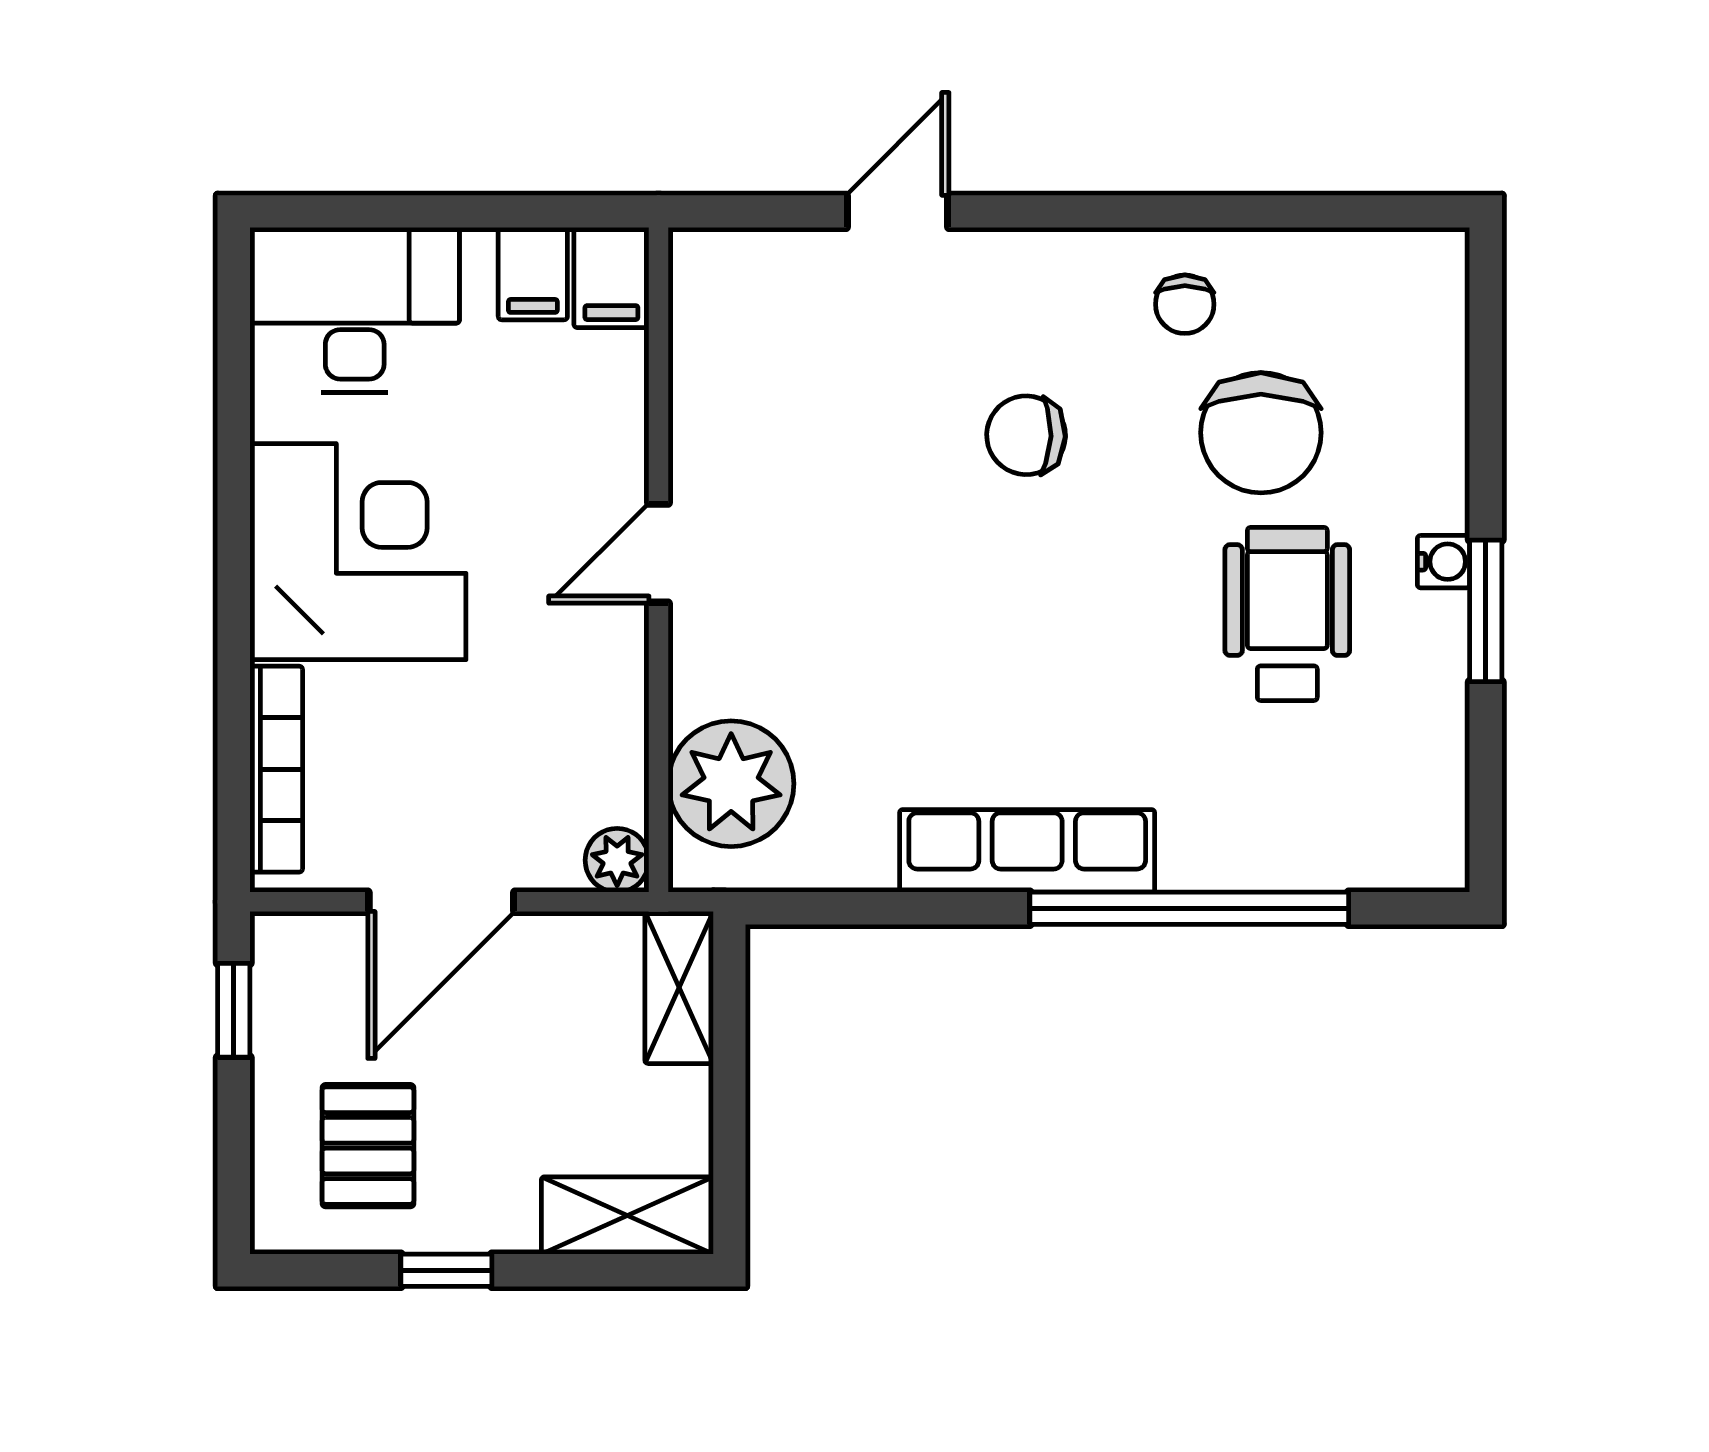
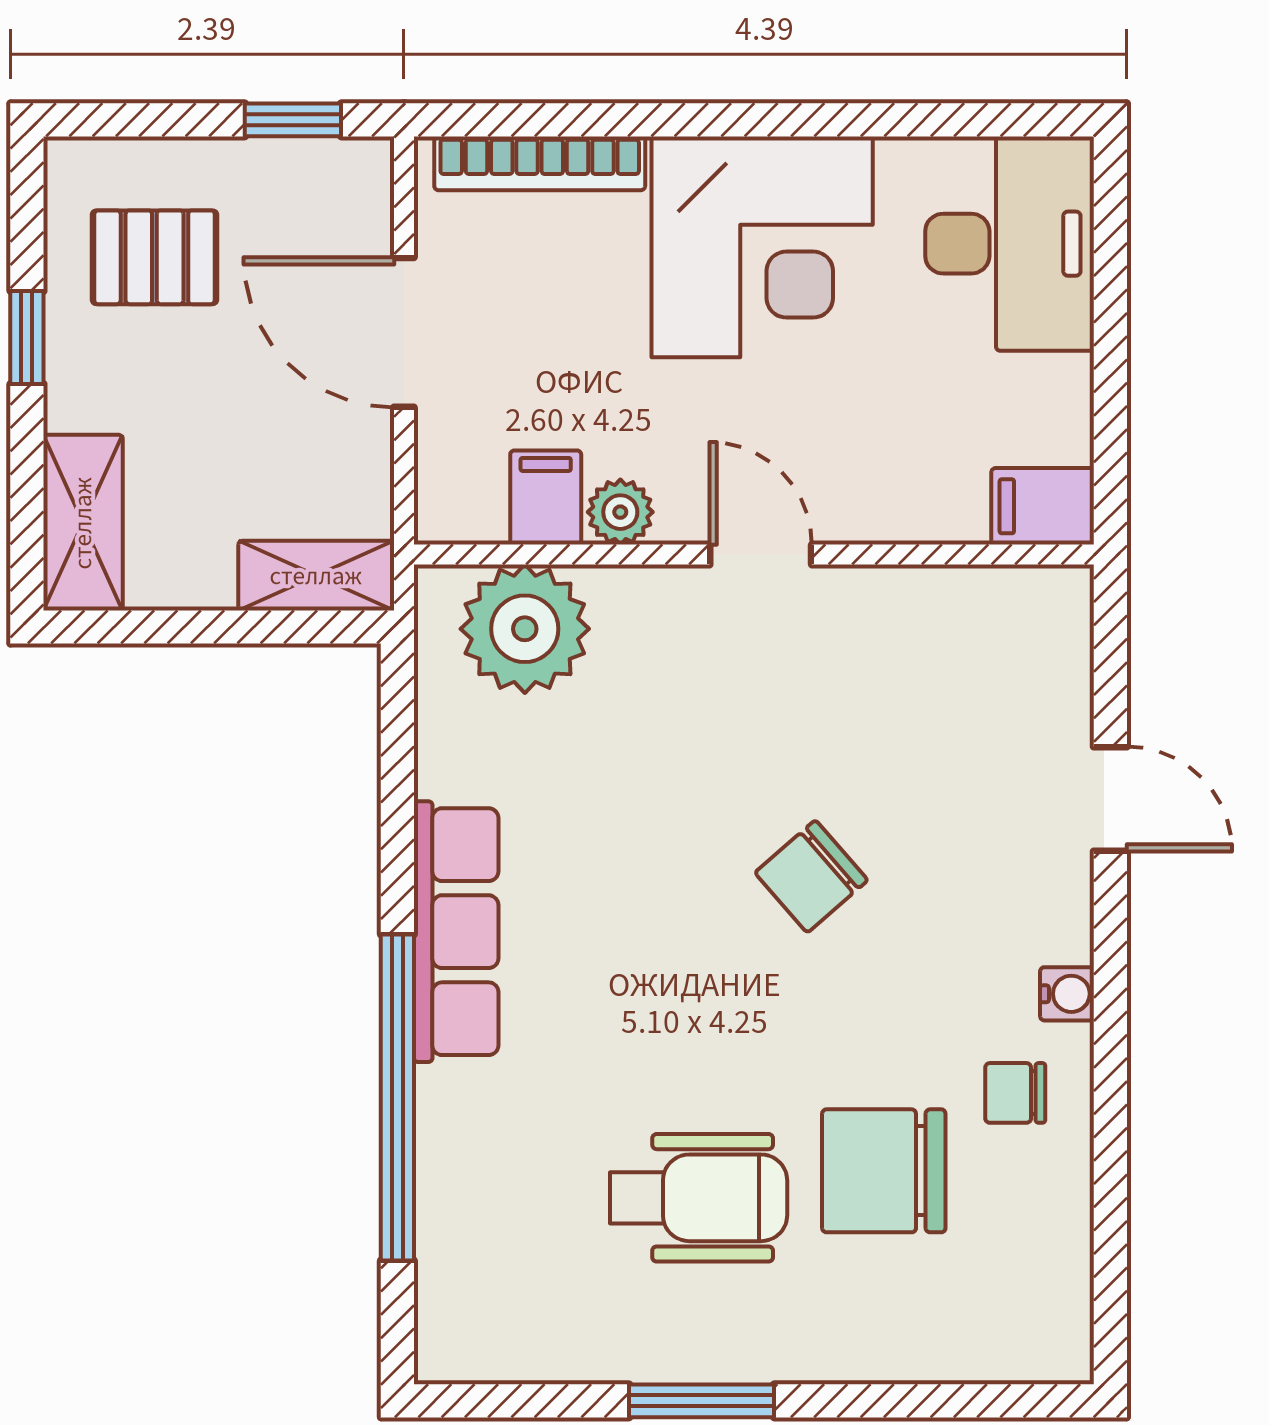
filing cabinet: (533, 274) -> (546, 497), moved, turned 90
chair: (1026, 435) -> (811, 876), moved, turned -133
water cooler: (1443, 562) -> (1067, 994), moved, turned -90
plant: (617, 860) -> (620, 512), moved

